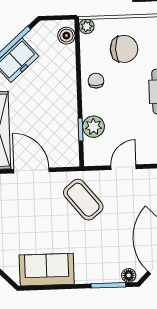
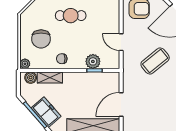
chair: (124, 49) -> (41, 39), turned 180
shelving: (68, 64) -> (50, 77), added
coffee table: (83, 200) -> (155, 61), moved

